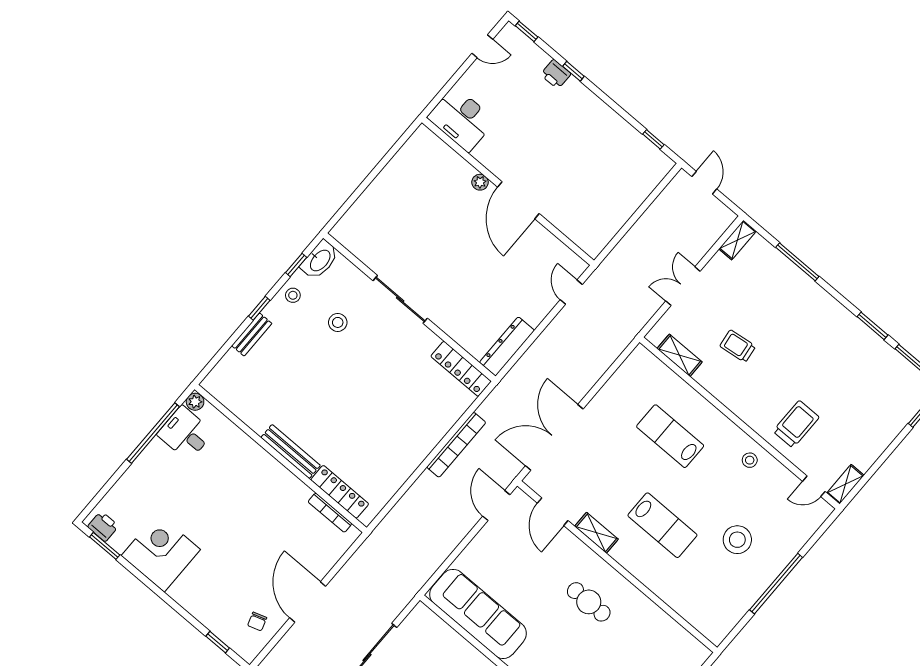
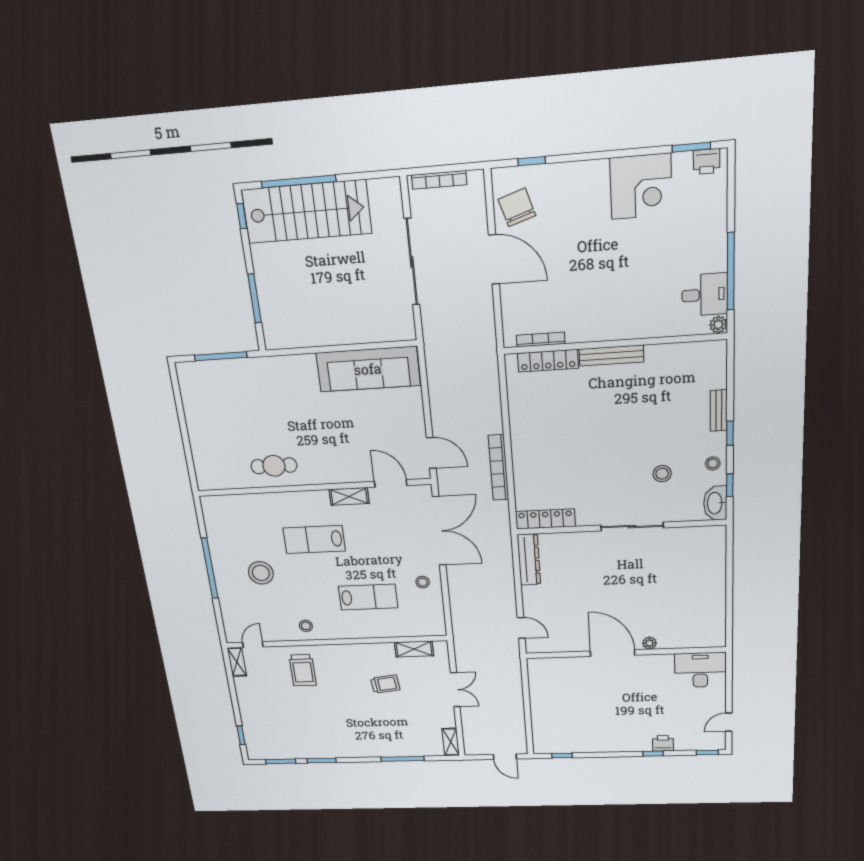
stool: (612, 407) -> (423, 582), added
cafe table: (589, 602) -> (274, 466), moved
chair: (257, 622) -> (517, 207), width x1.87, depth x1.87

